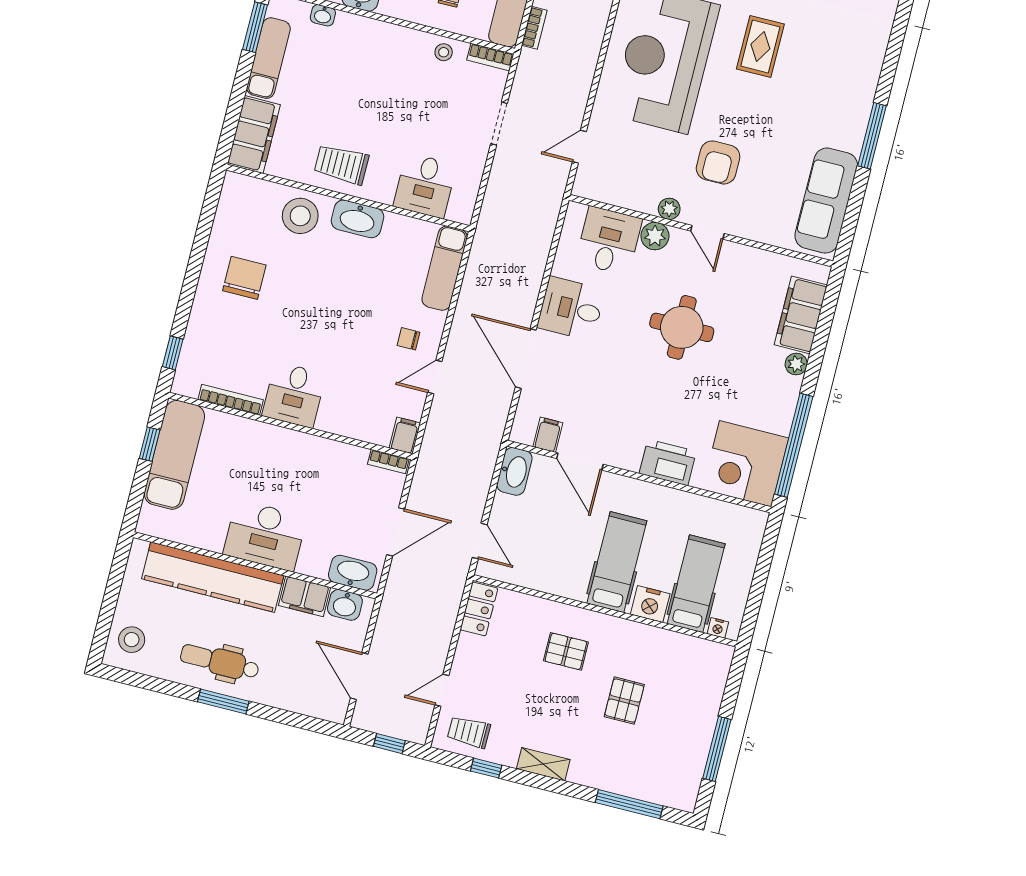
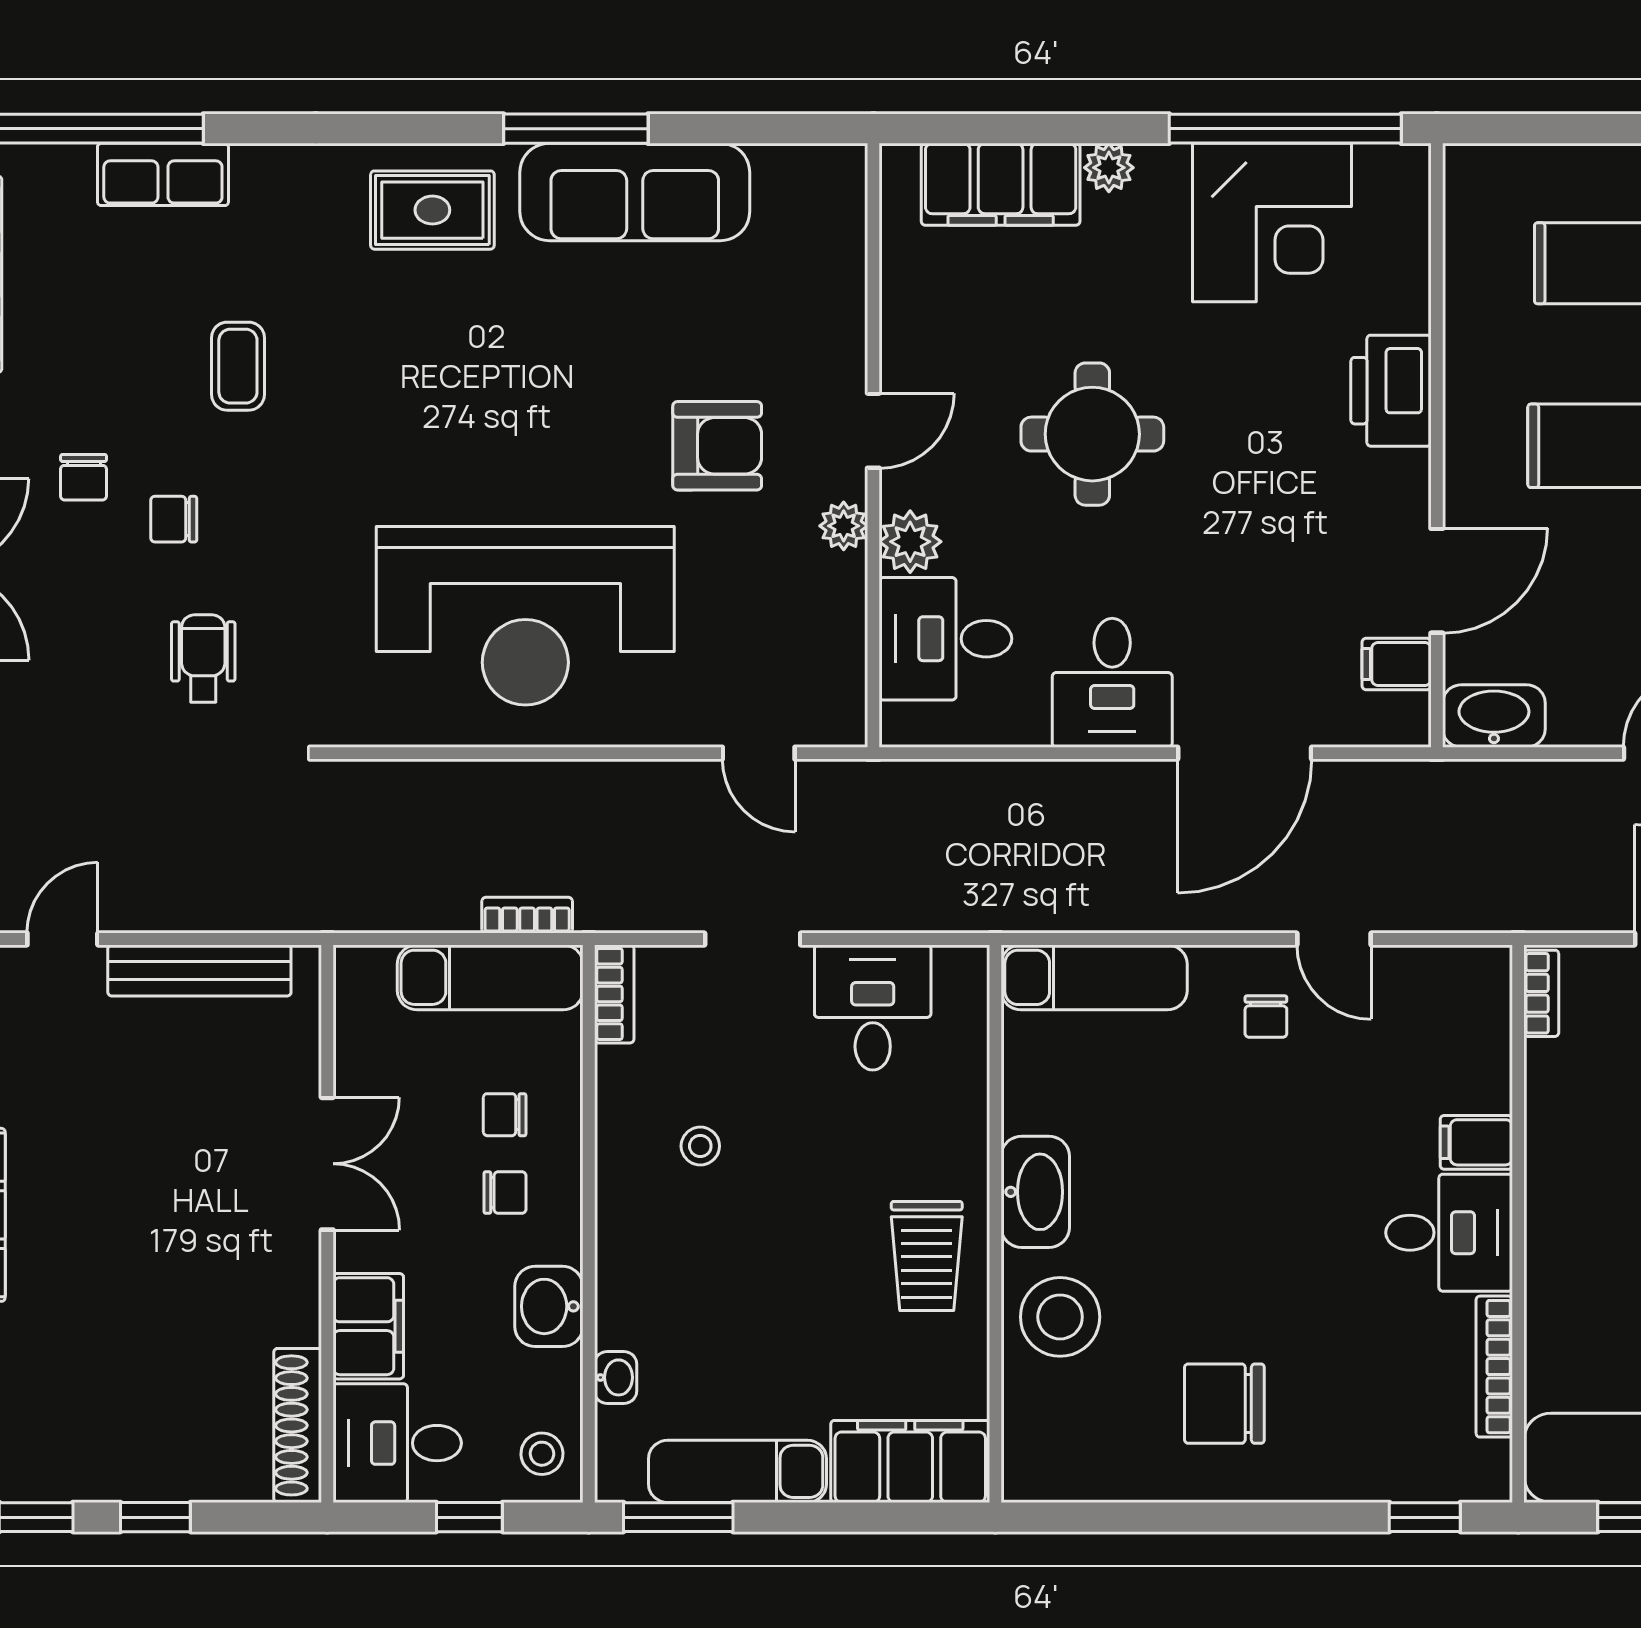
rug: (760, 46) -> (432, 210), moved
stool: (444, 52) -> (700, 1146), moved
desk: (425, 186) -> (873, 1008), moved, turned -90
sofa: (826, 201) -> (635, 192), moved
filing cabinet: (405, 436) -> (1476, 1142), moved
corner desk: (745, 464) -> (1272, 223), moved

